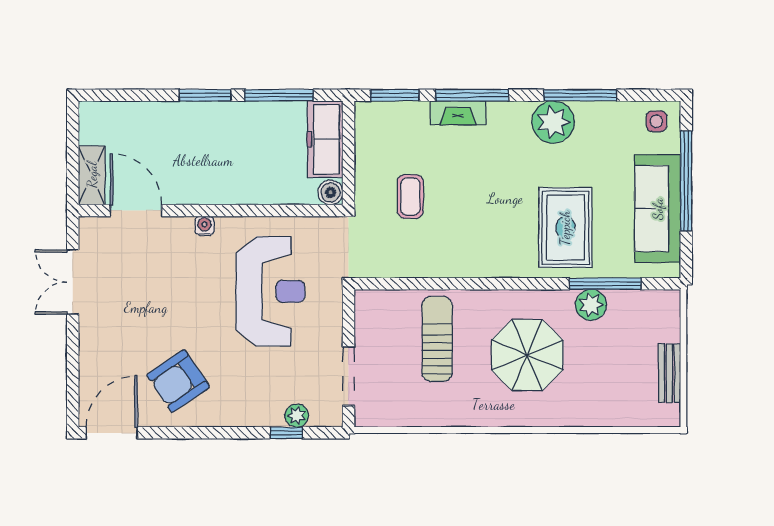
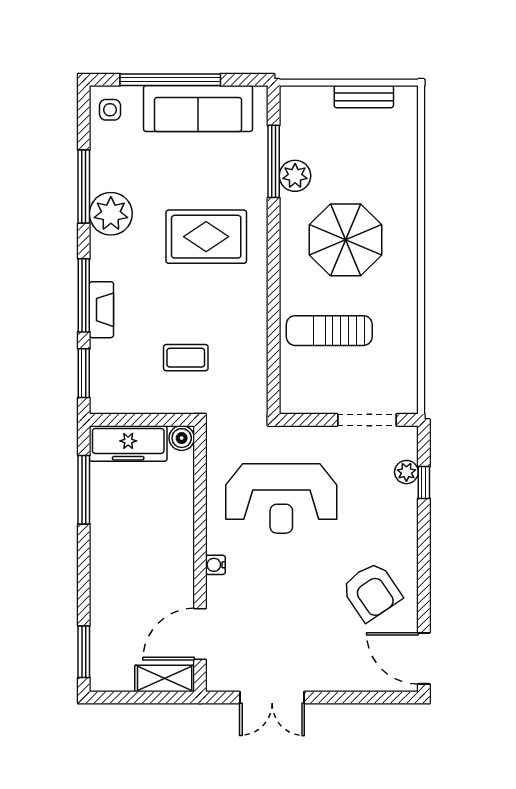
window: (205, 95) -> (84, 652), moved
rug: (565, 228) -> (206, 237), moved
reception desk: (270, 291) -> (281, 499), turned 180

